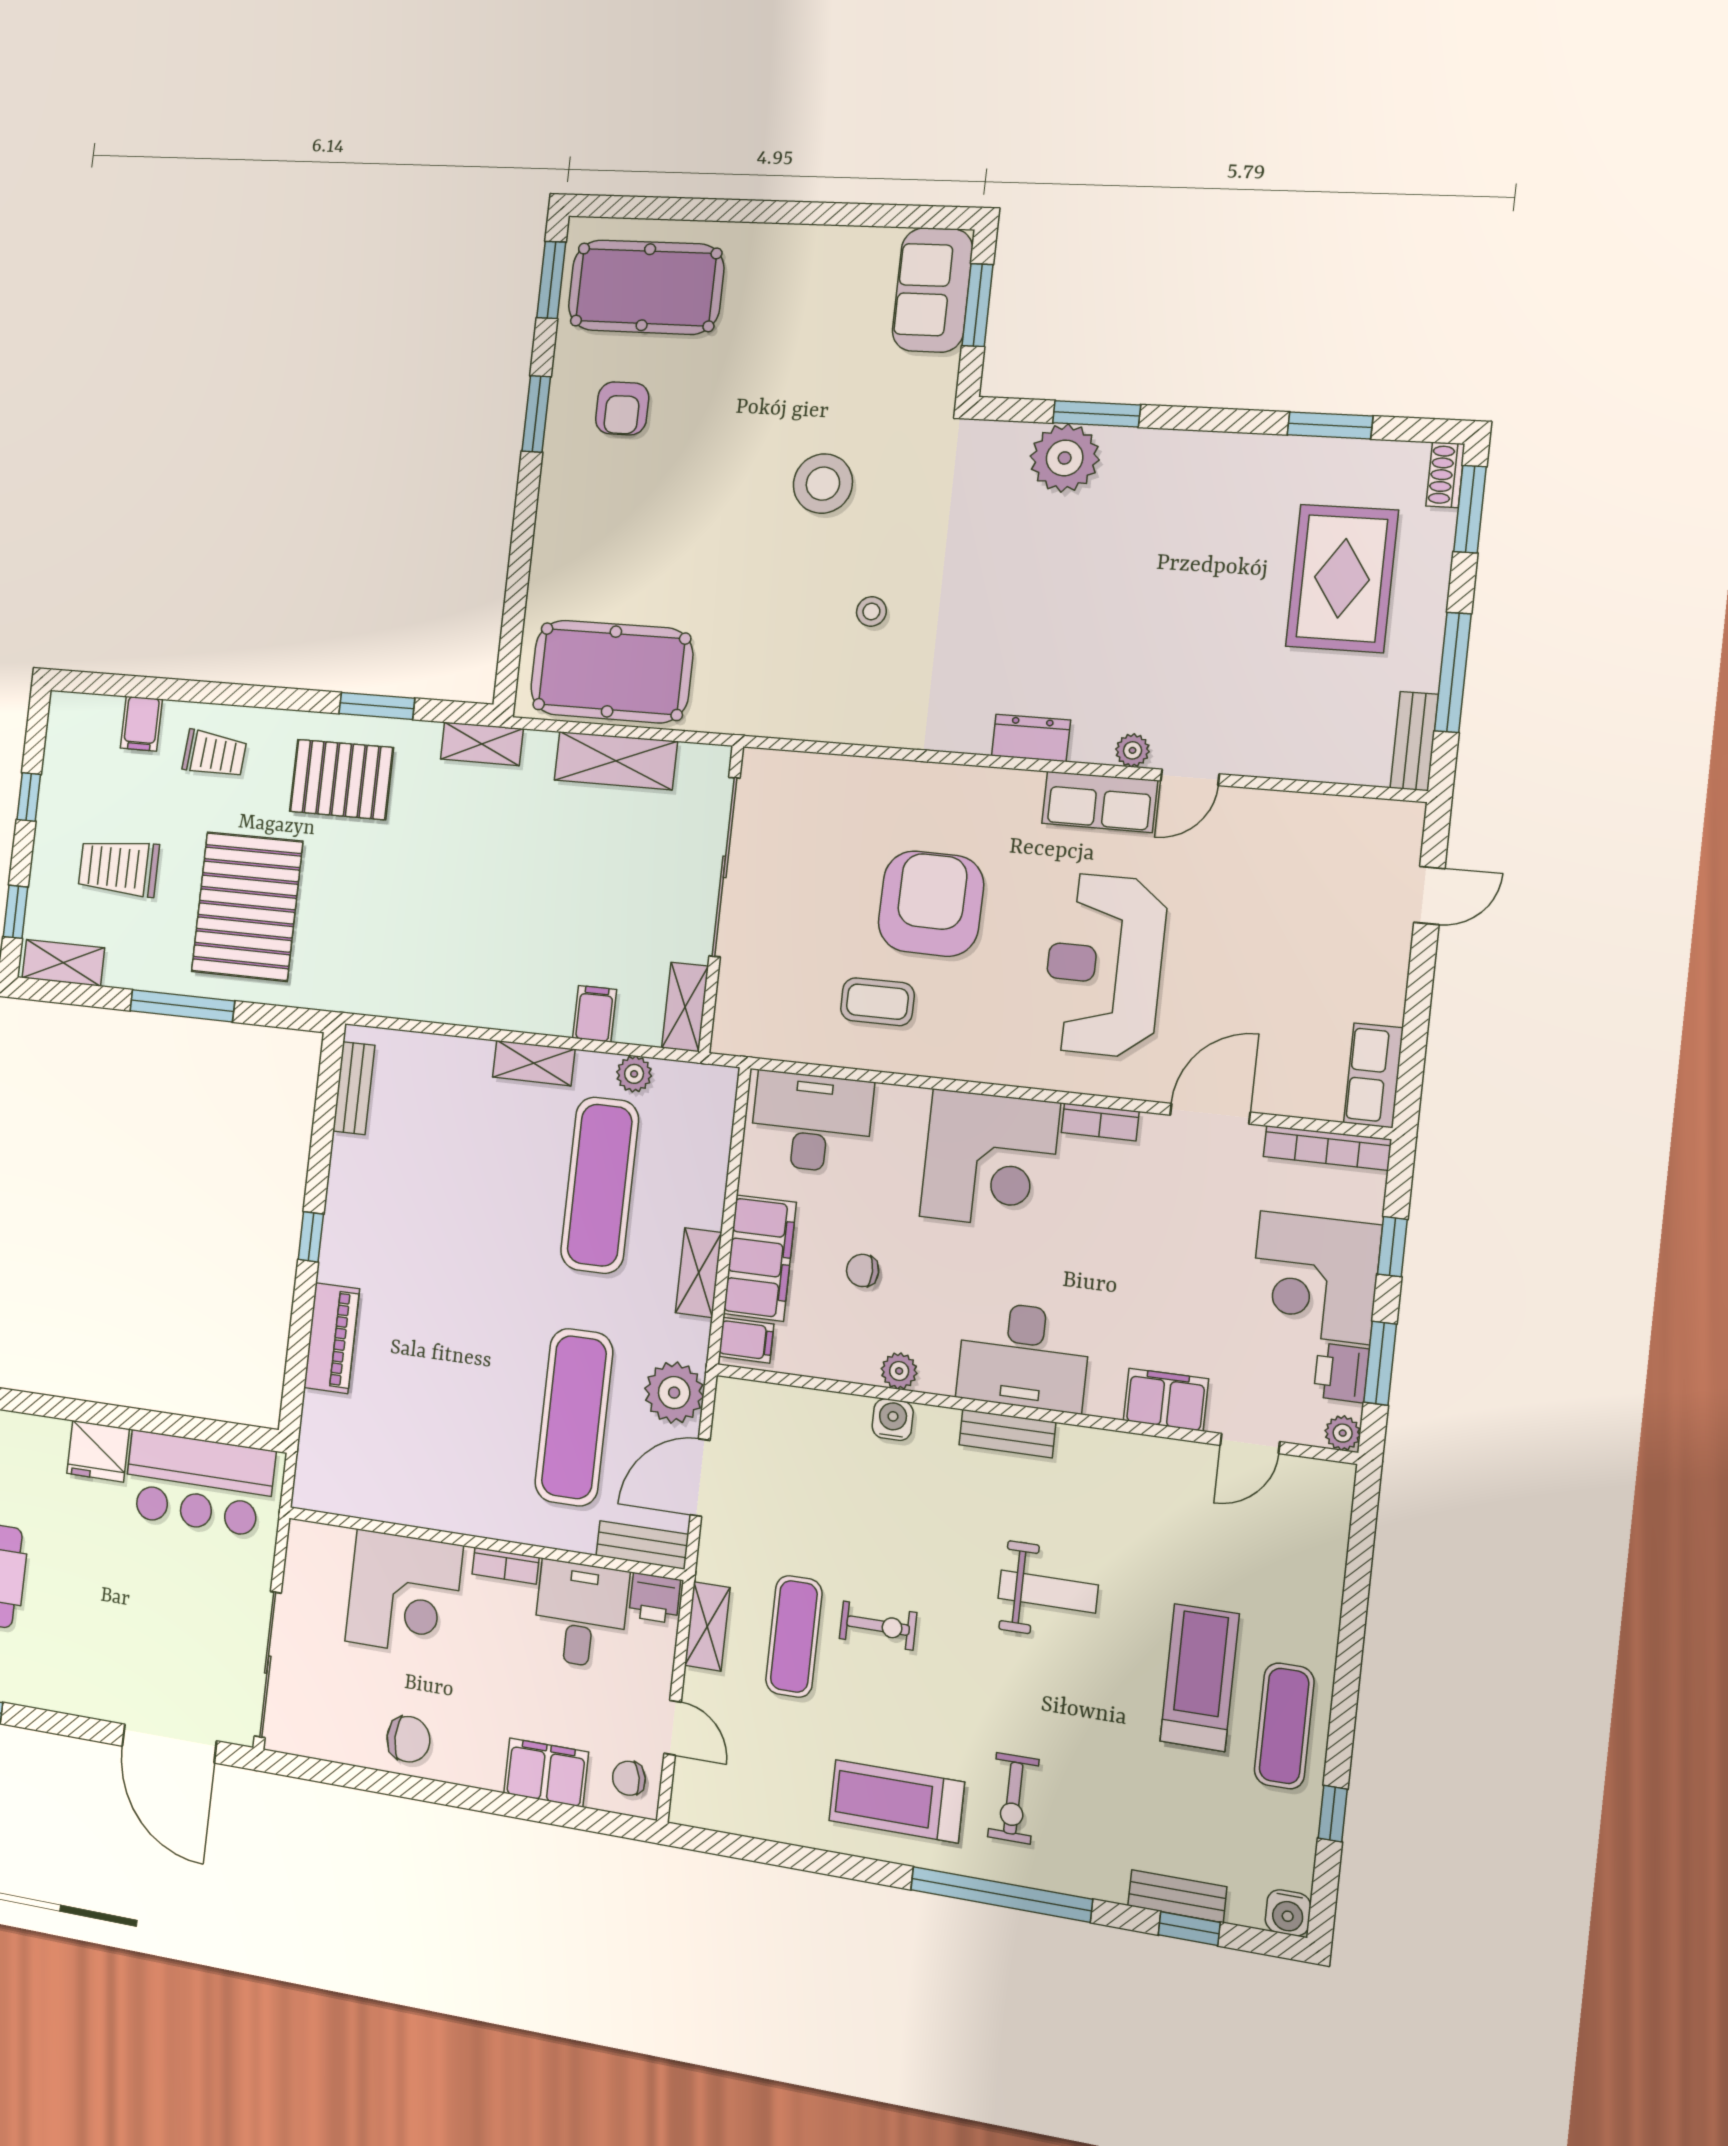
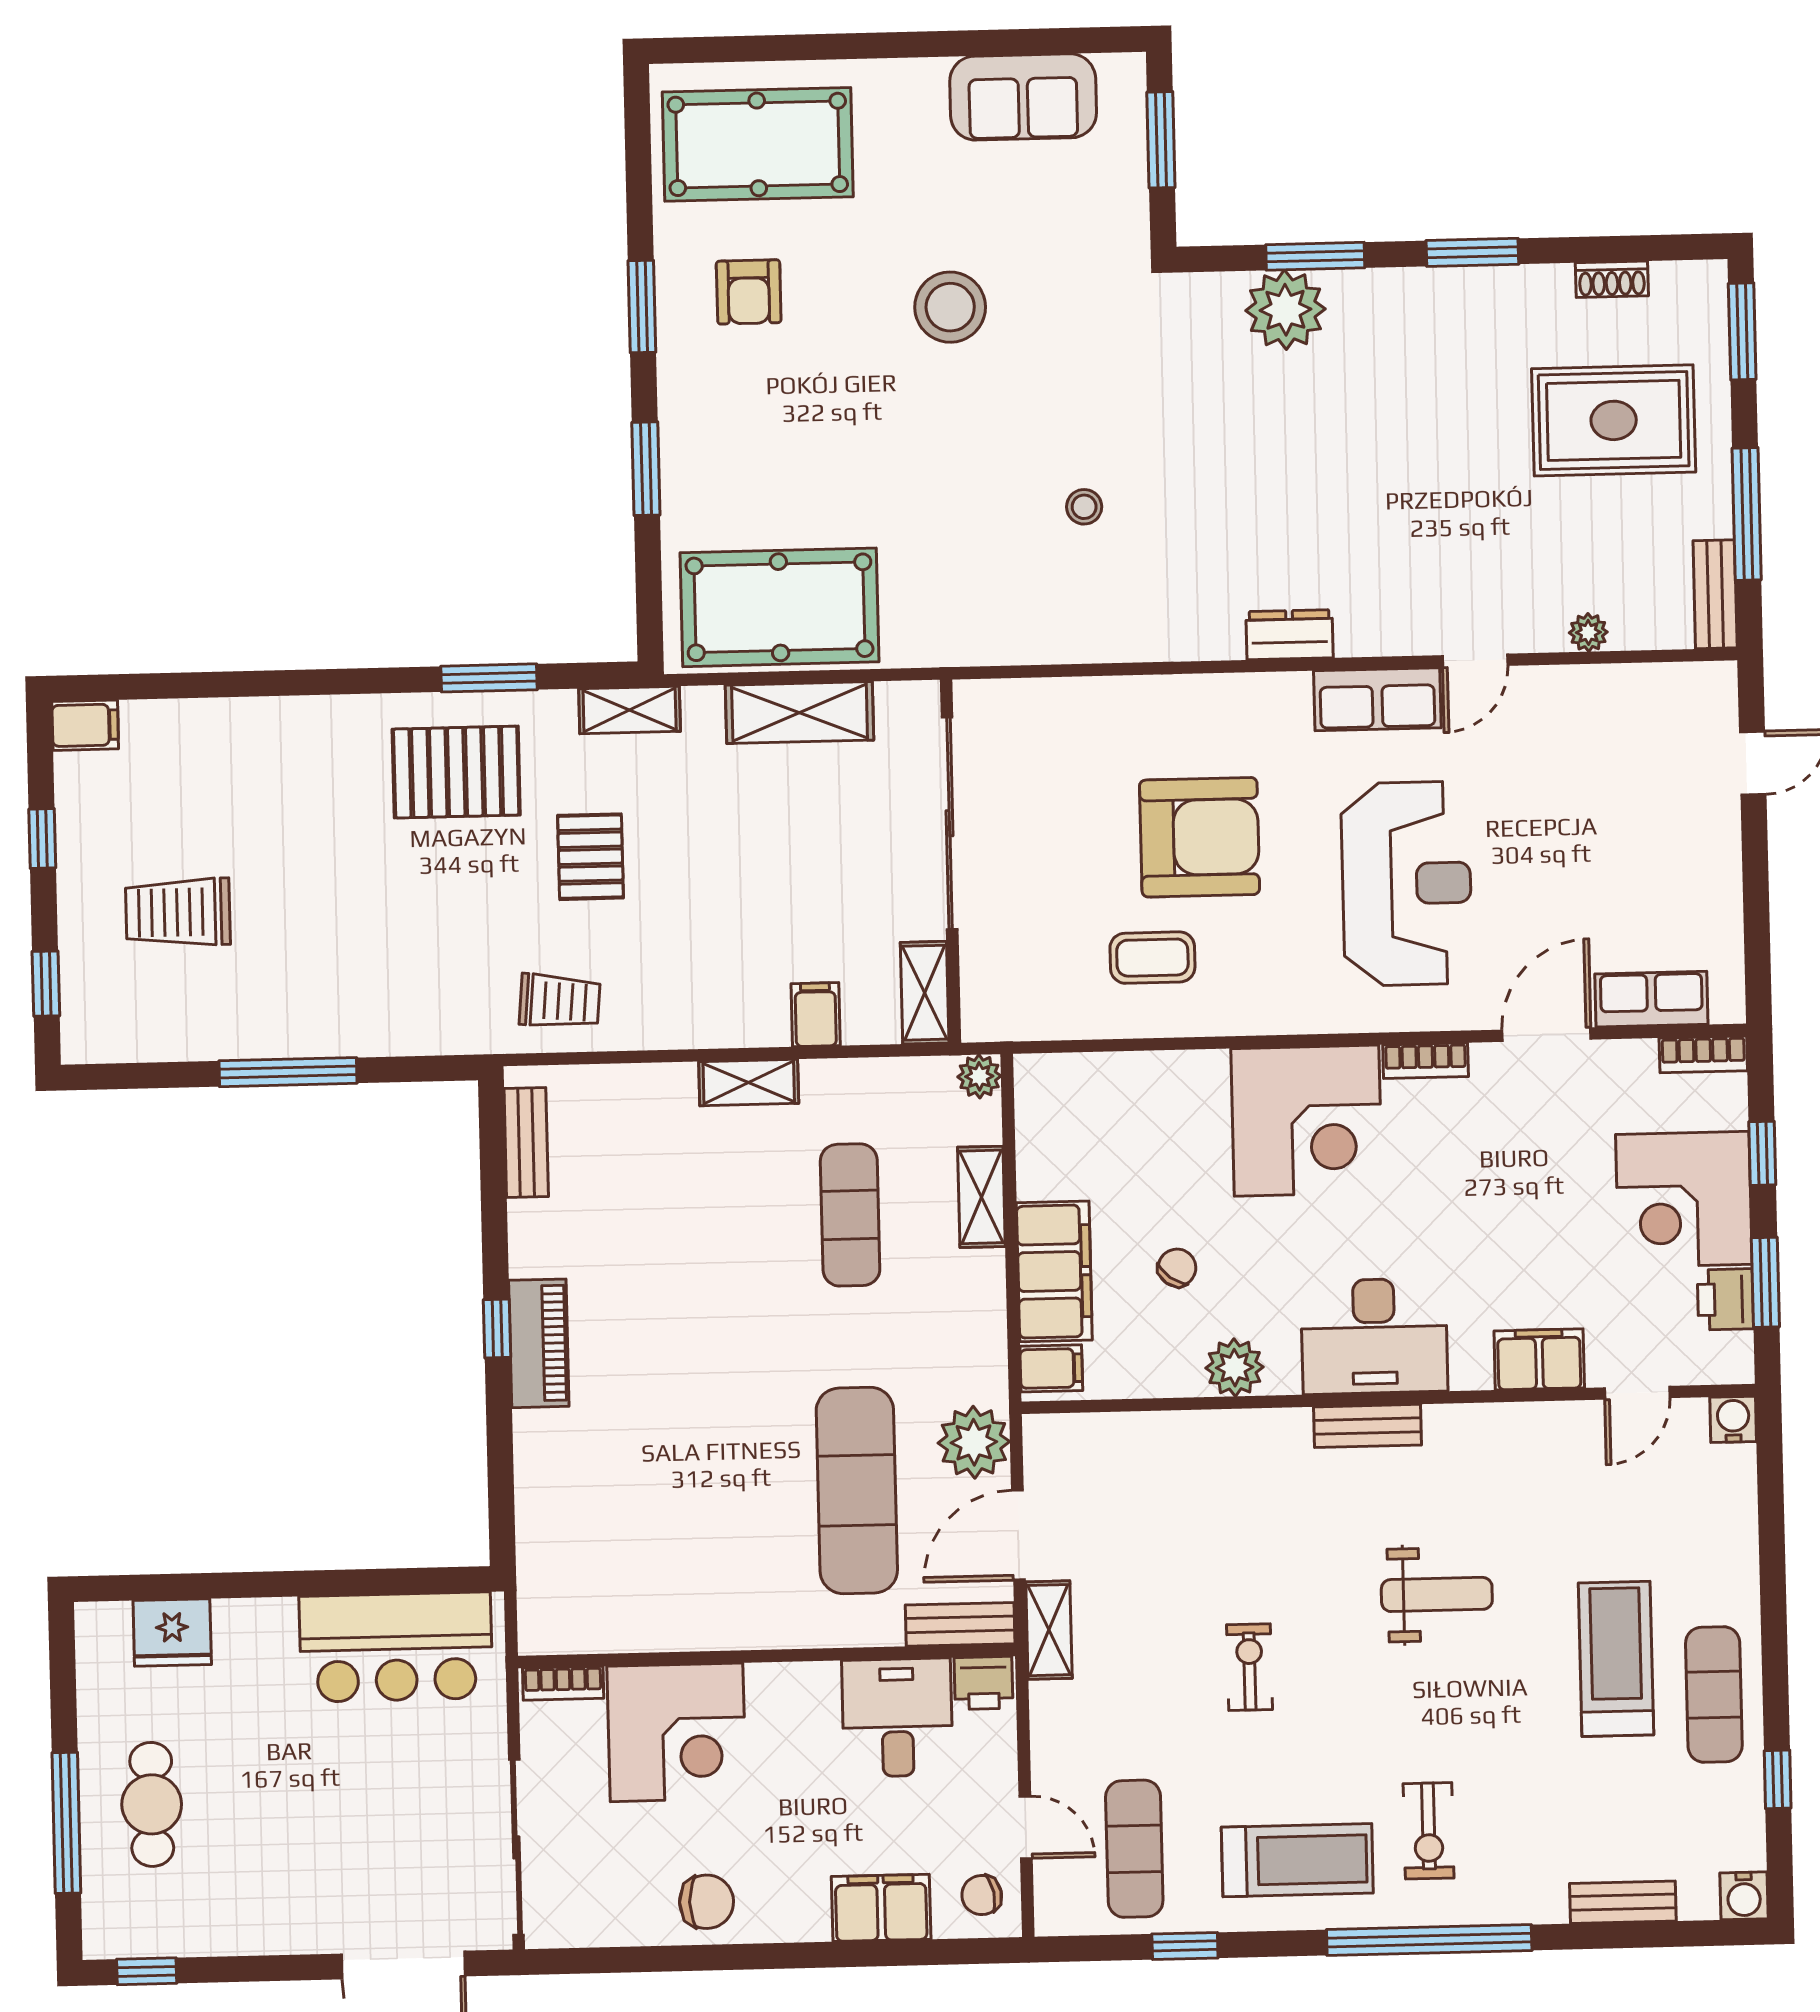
window: (551, 280) -> (646, 469), moved
sofa: (933, 290) -> (1023, 97), moved, turned -90
window: (1330, 425) -> (1472, 252), moved
shoe rack: (1445, 475) -> (1612, 279), moved, turned -90
stool: (823, 484) -> (950, 307), moved
rug: (1342, 578) -> (1614, 420), turned 90
filing cabinet: (141, 724) -> (85, 725), moved, turned -90
plant: (1133, 750) -> (1588, 632), moved
trolley: (214, 754) -> (560, 1001), moved
armchair: (931, 904) -> (1200, 837), turned 89
pallet: (247, 906) -> (591, 857), moved, width x0.49, depth x0.50
shelving: (63, 963) -> (121, 1039), removed
reception desk: (1104, 965) -> (1407, 884), turned 180
plant: (634, 1074) -> (979, 1076), moved
row of seats: (1373, 1075) -> (1651, 999), moved, turned 90
desk: (811, 1122) -> (1094, 1107), removed
bookcase: (1327, 1148) -> (1703, 1054), width x0.64
exercise mat: (600, 1185) -> (850, 1215), width x0.73, depth x0.69
chair: (863, 1270) -> (1177, 1268), turned 126
shelving: (699, 1273) -> (981, 1197), moved
piano: (332, 1338) -> (539, 1343), moved
plant: (899, 1371) -> (1235, 1368), width x1.38, depth x1.38
water cooler: (893, 1420) -> (1733, 1419), moved
plant: (1343, 1433) -> (1735, 1365), removed
fridge: (98, 1451) -> (172, 1633), moved
bookcase: (506, 1566) -> (563, 1683), moved
shelving: (707, 1626) -> (1049, 1630), moved
exercise bike: (878, 1626) -> (1250, 1667), turned -90
exercise mat: (794, 1636) -> (1134, 1849), moved
treadmill: (897, 1801) -> (1297, 1860), turned 180
window: (1189, 1929) -> (1185, 1946), moved

